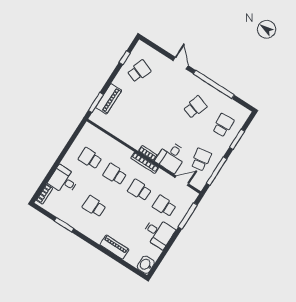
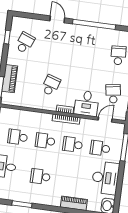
school desk: (195, 107) -> (51, 85), moved
desk: (158, 233) -> (105, 178), width x1.37

